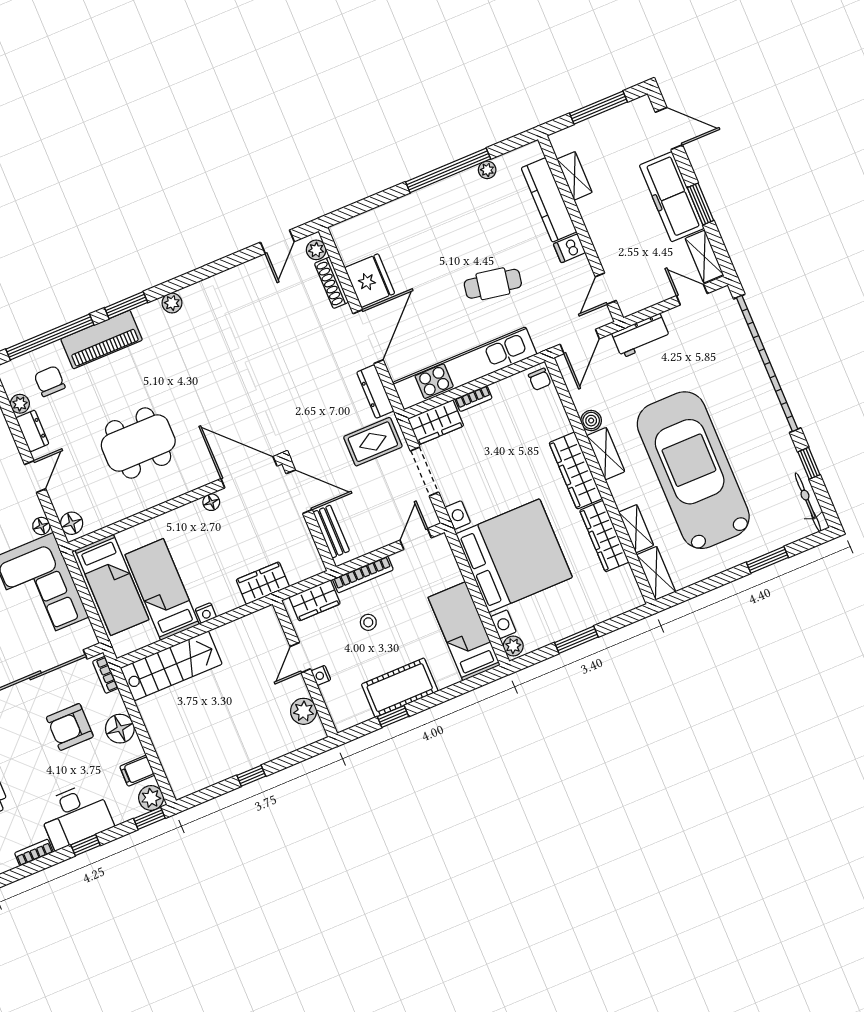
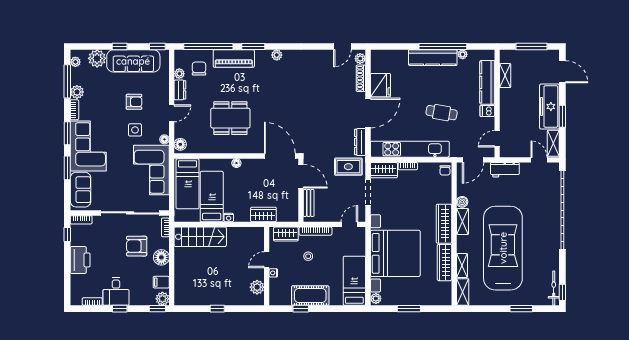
kitchen counter: (439, 197) -> (433, 58), added
window: (809, 463) -> (562, 292), moved
floor lamp: (211, 502) -> (236, 163), moved
desk: (75, 815) -> (116, 292), width x0.73

